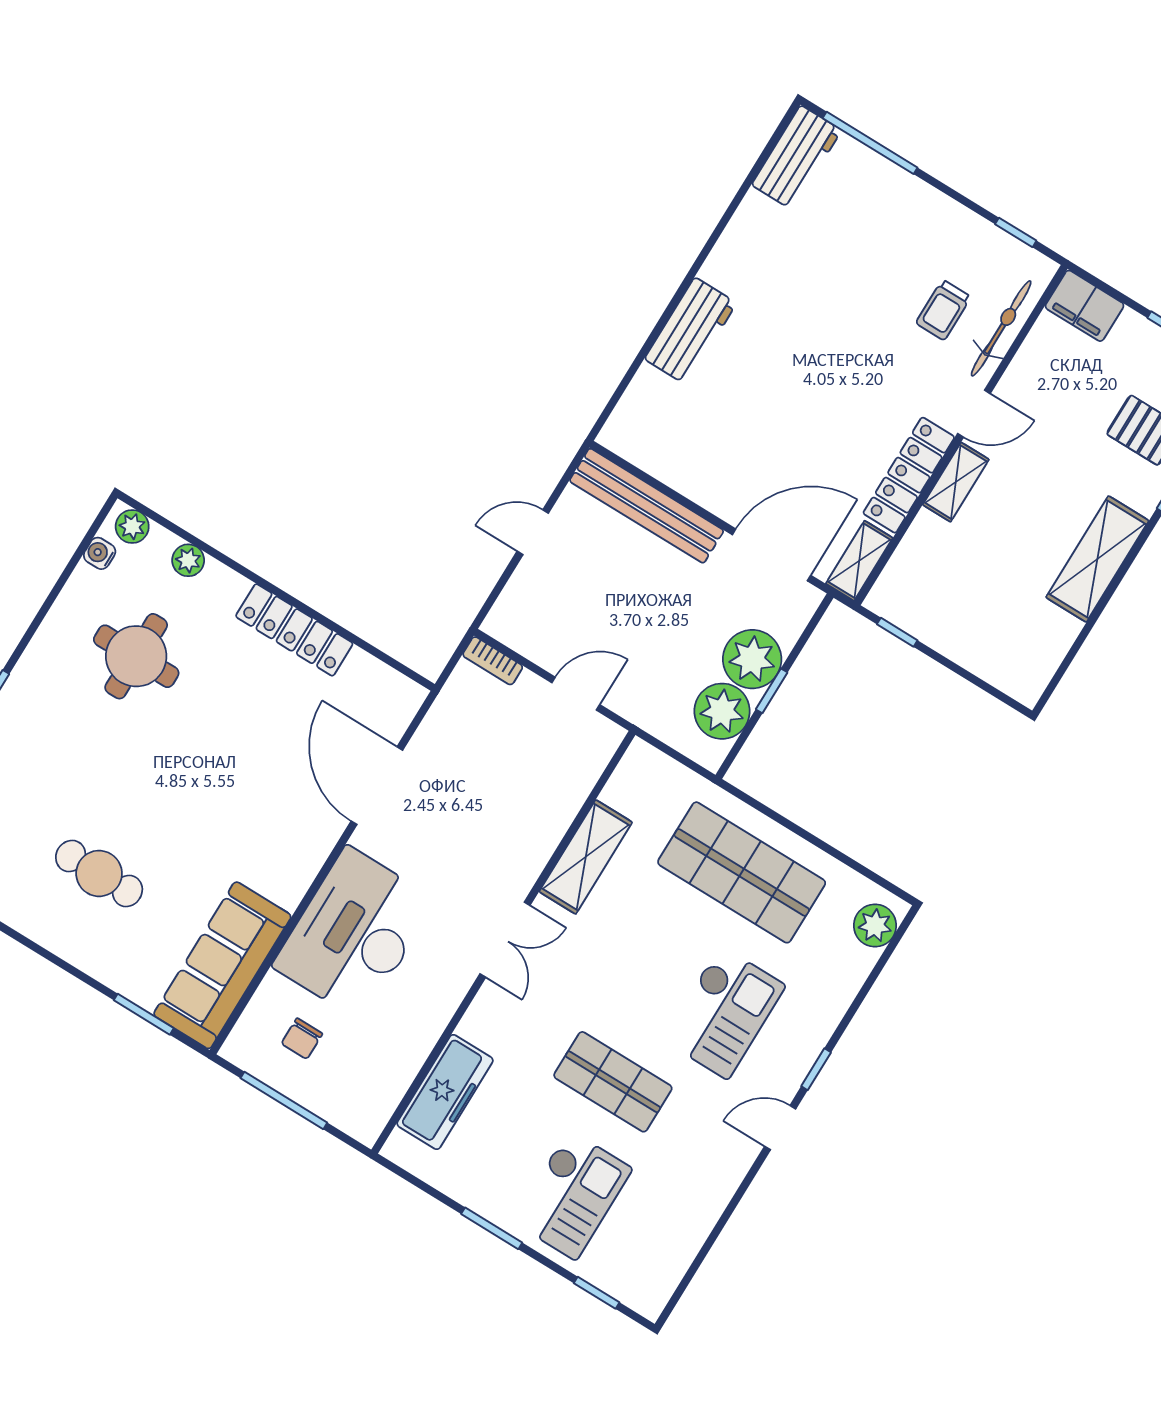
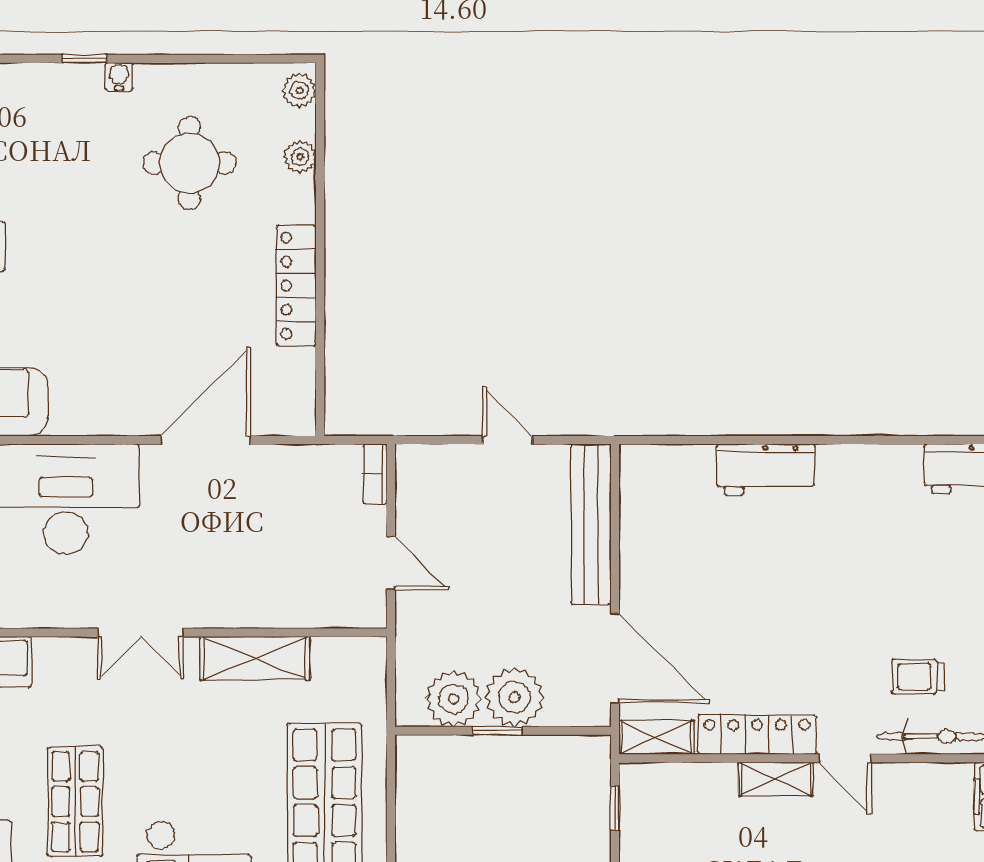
water cooler: (100, 553) -> (119, 77), moved

